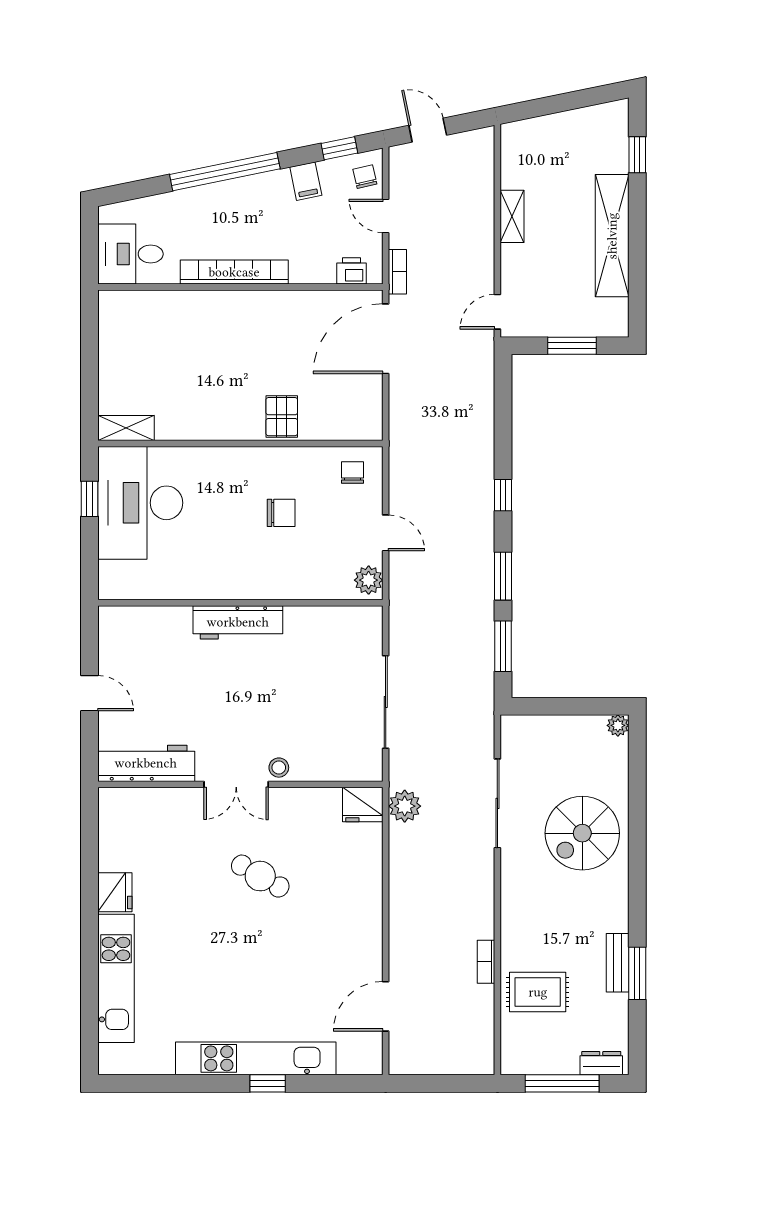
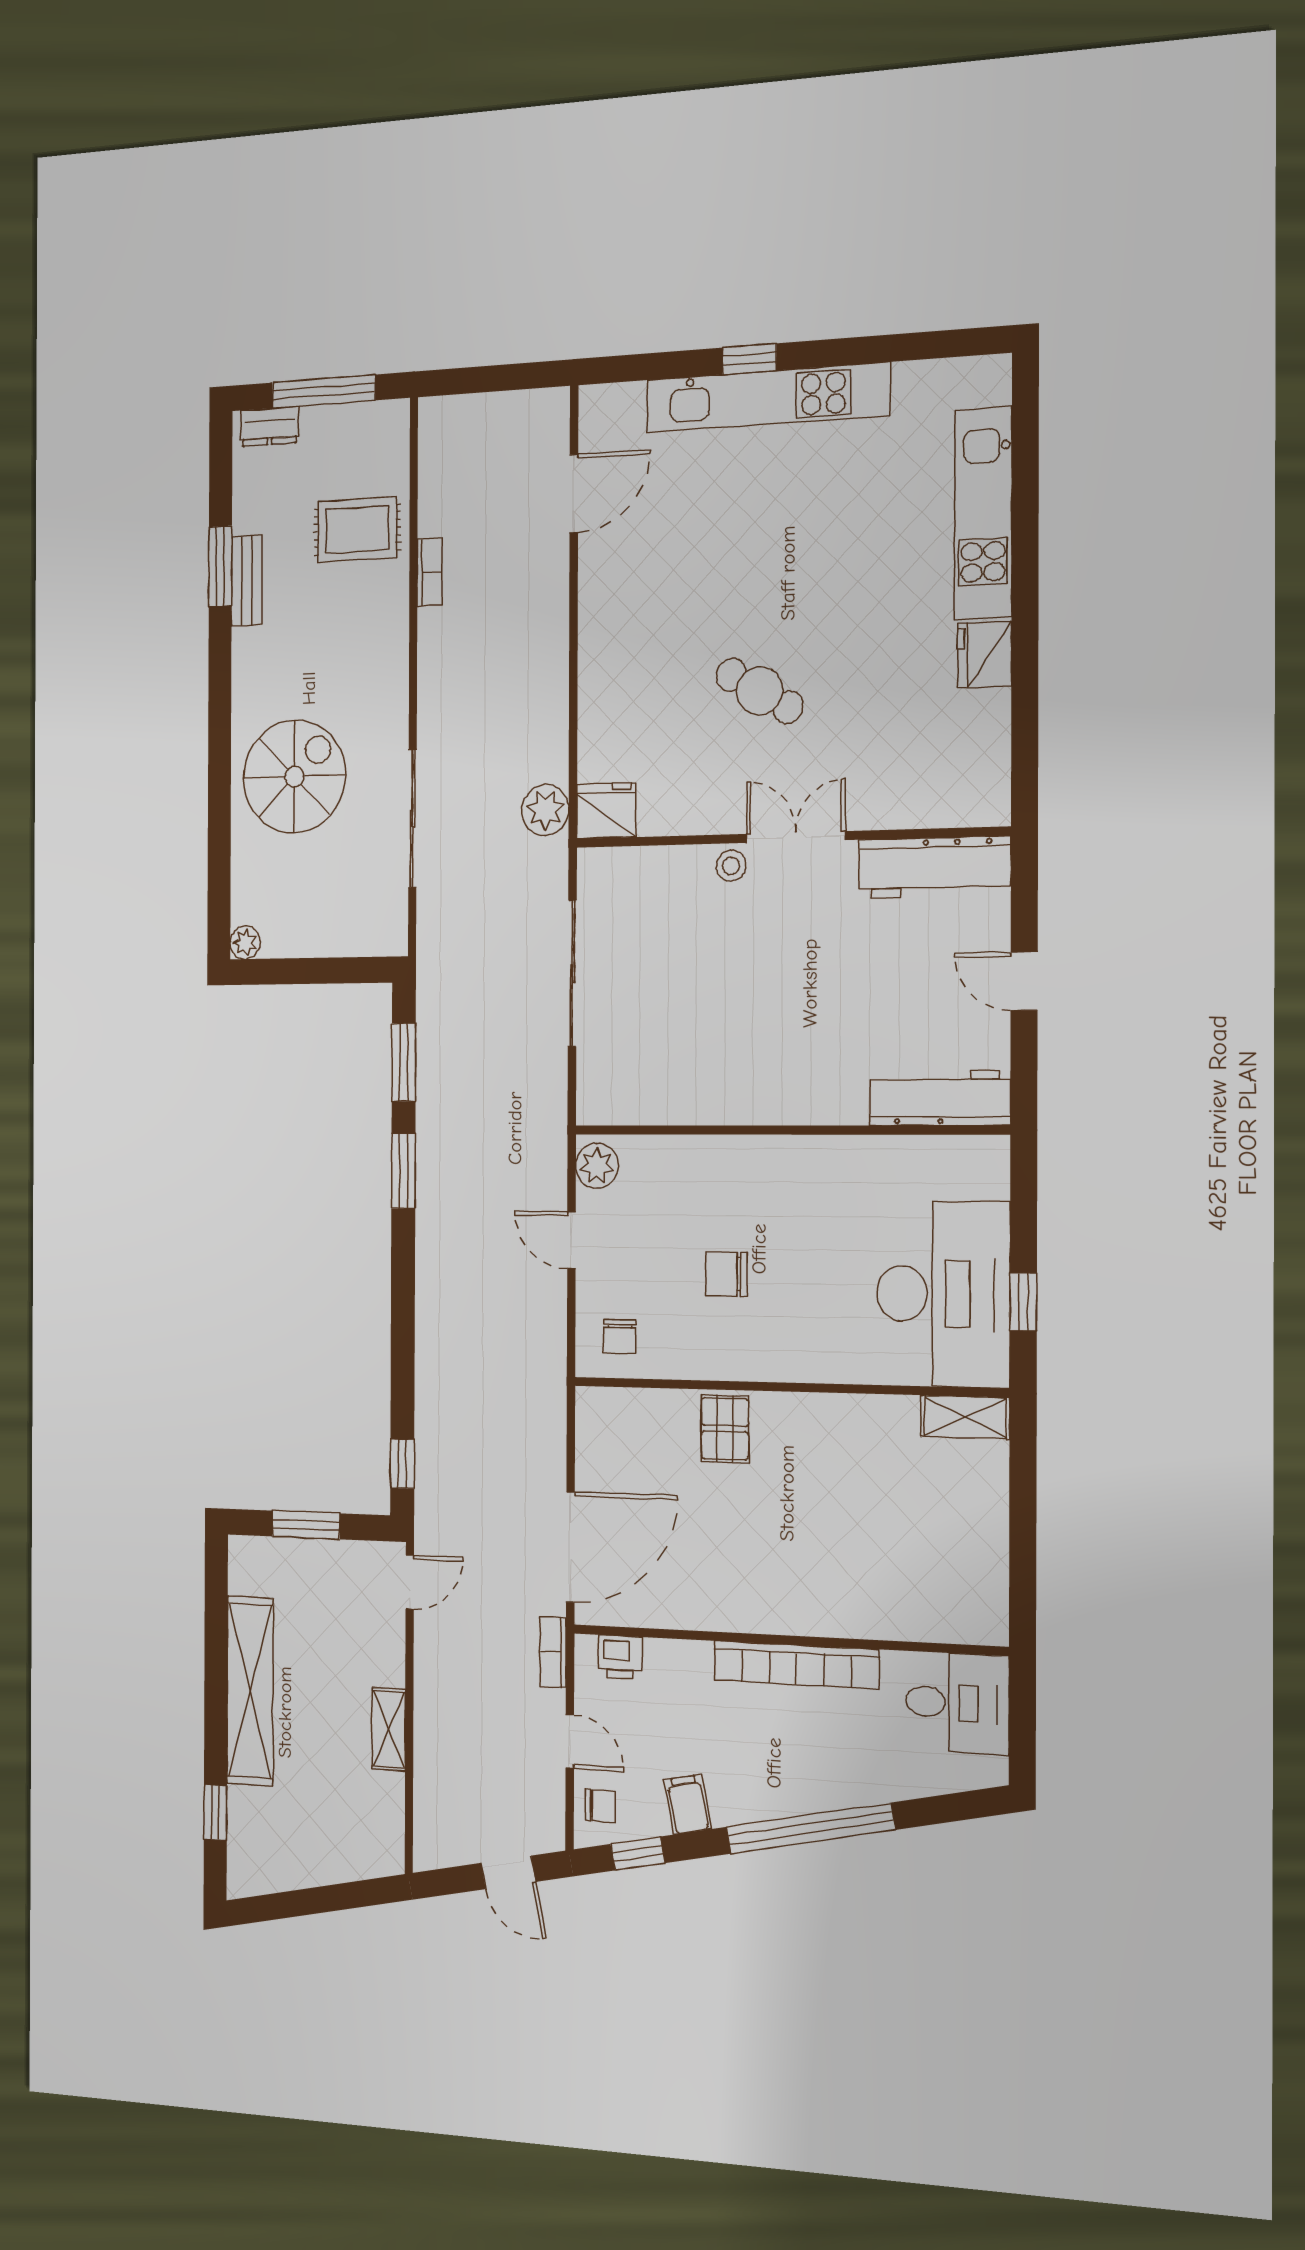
chair: (365, 177) -> (600, 1806), turned -77
window: (503, 495) -> (402, 1464), moved
workbench: (238, 622) -> (940, 1098), moved

